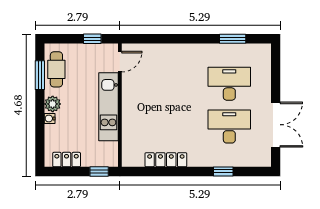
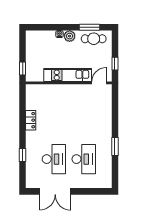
window: (233, 39) -> (115, 146), moved
door: (120, 62) -> (99, 83), swing flipped
locker: (67, 160) -> (31, 46), removed
locker: (166, 160) -> (31, 120), width x0.66

